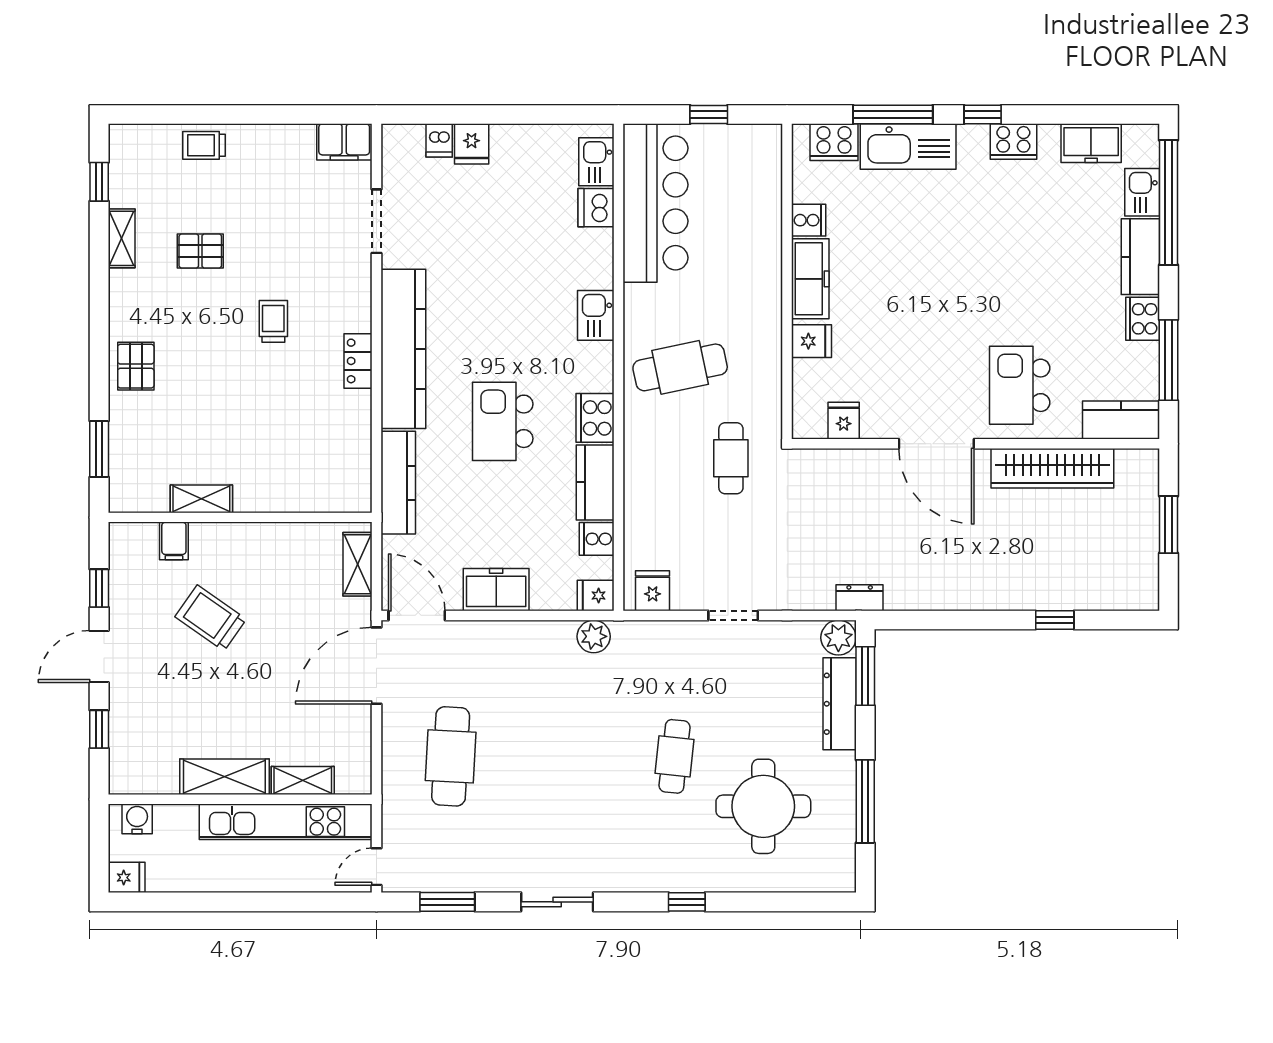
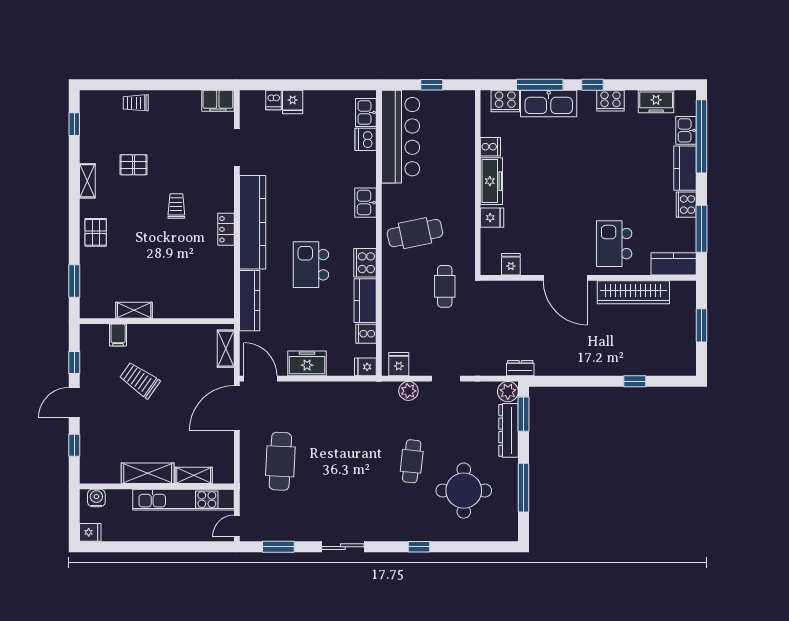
shelving: (122, 238) -> (87, 181), moved
plant: (594, 636) -> (408, 391), moved

